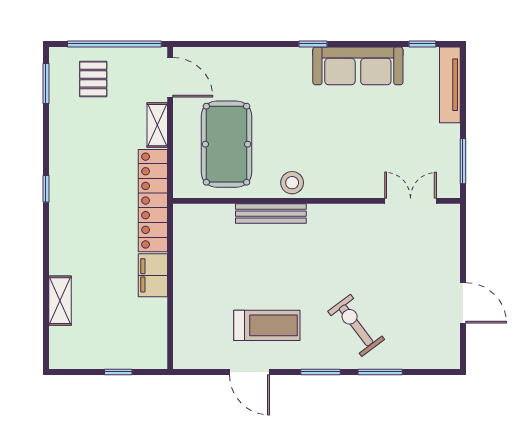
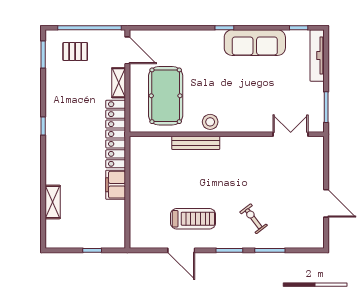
pallet: (93, 79) -> (75, 52), turned 90
exercise bike: (356, 325) -> (254, 219), width x0.73, depth x0.72

